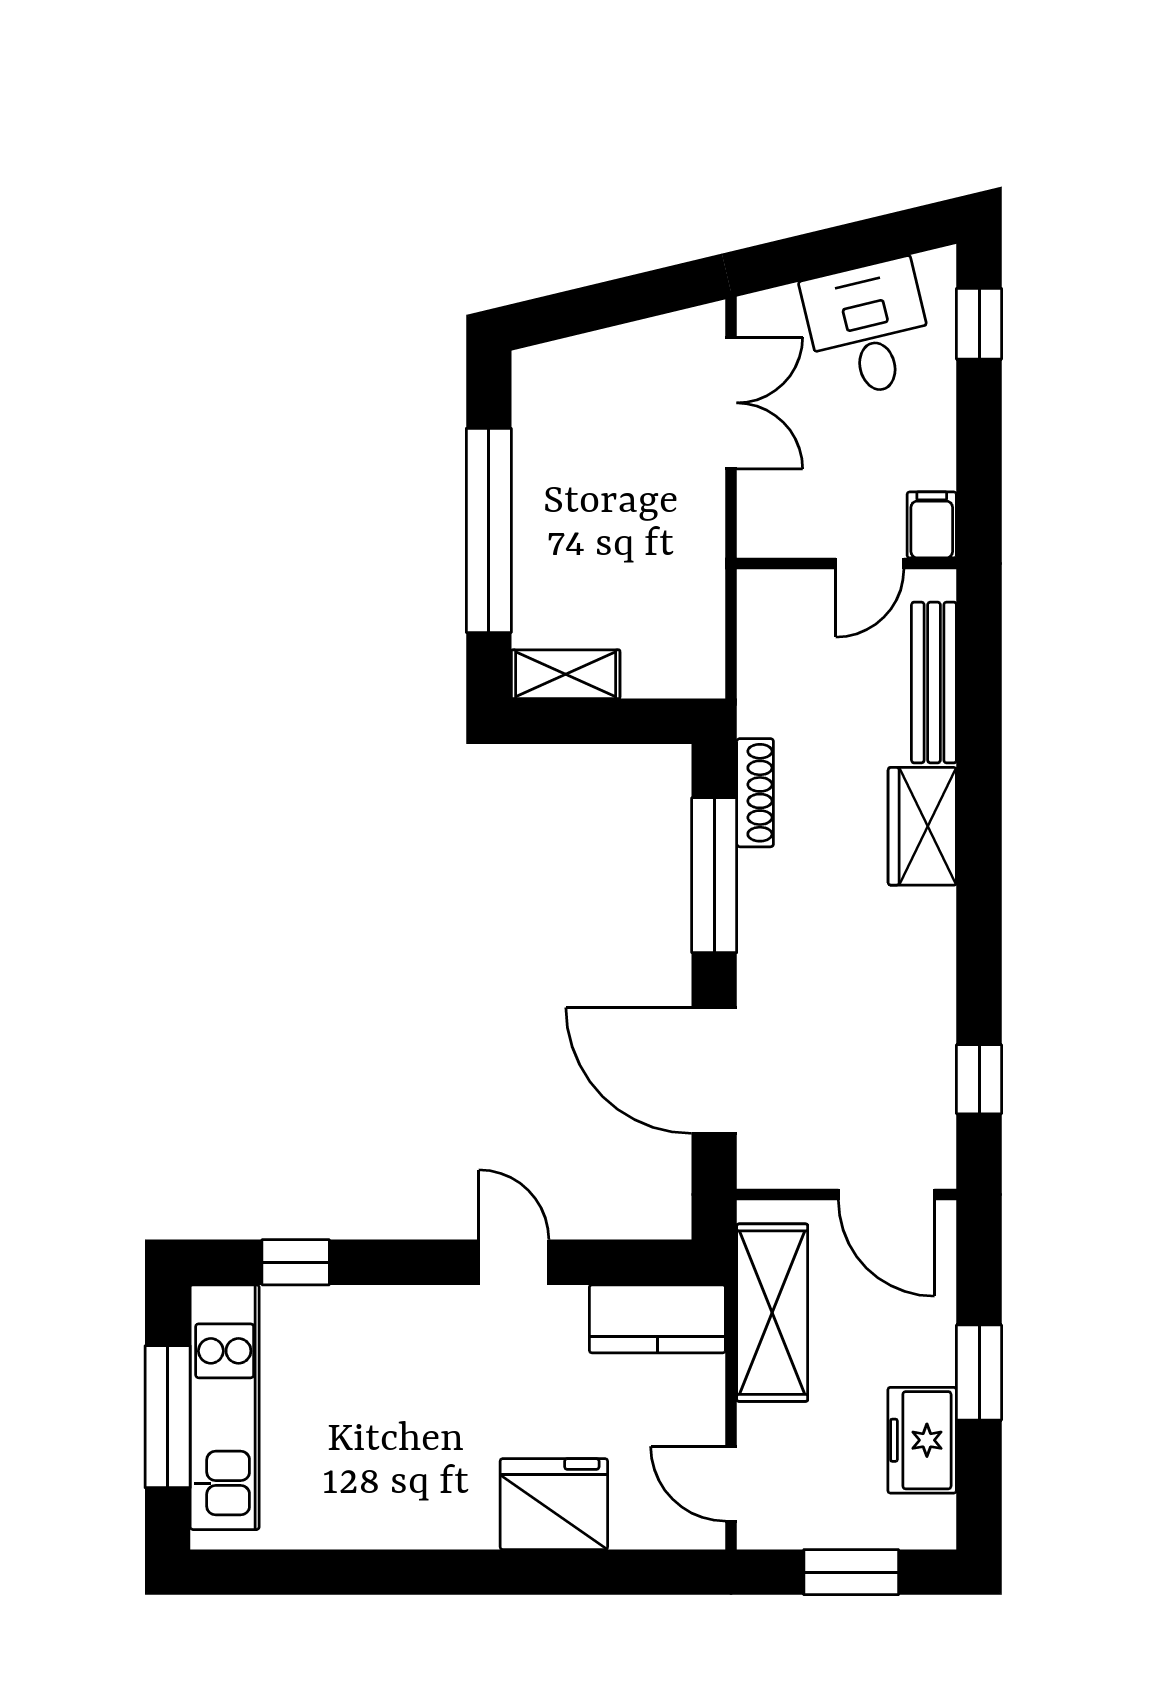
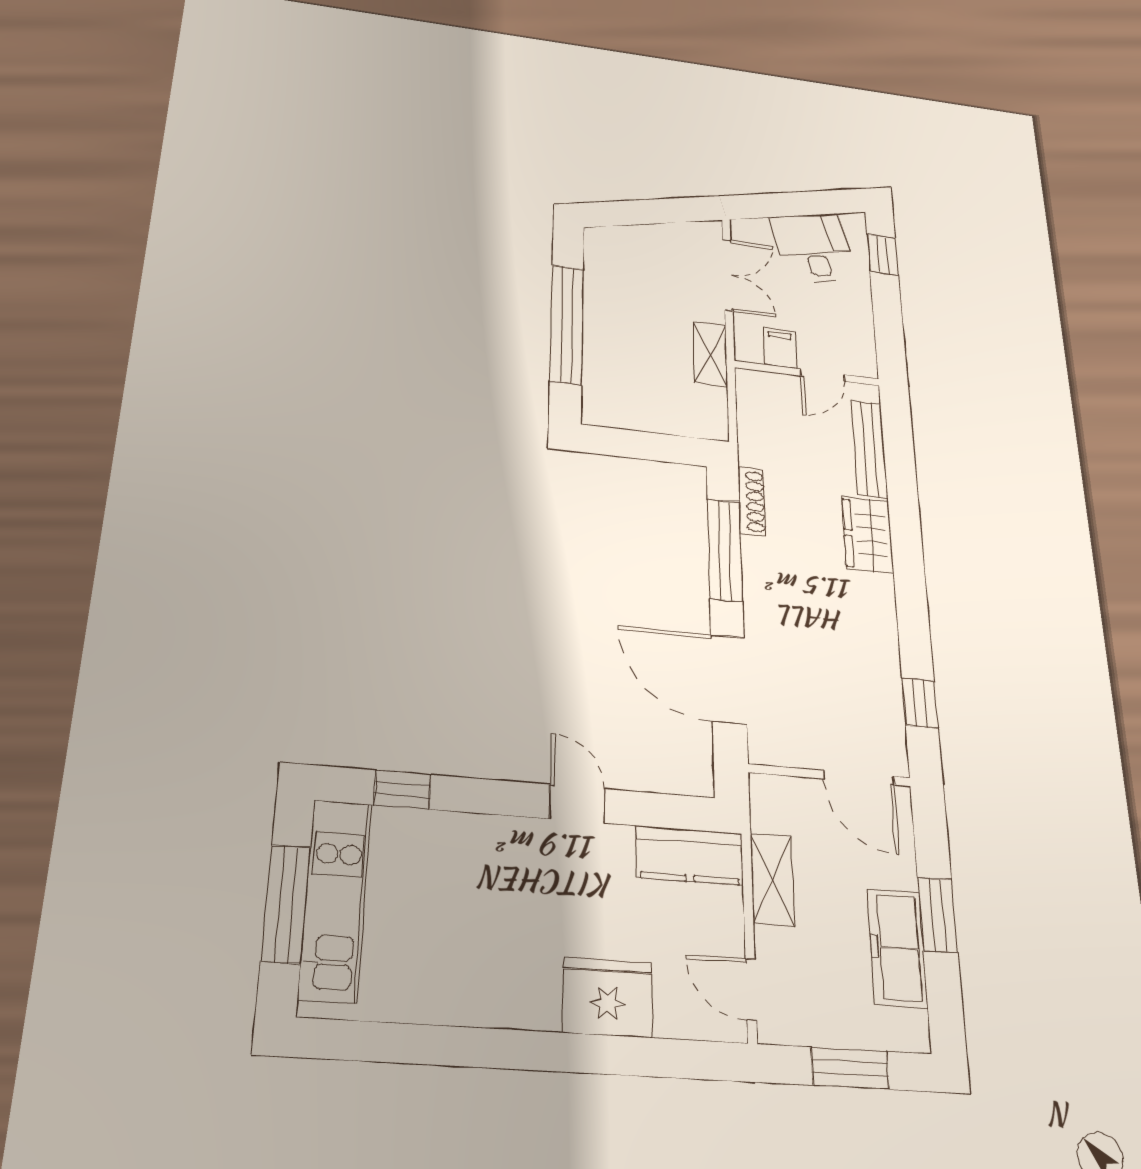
filing cabinet: (932, 525) -> (780, 348), moved
shelving: (566, 674) -> (710, 354), moved, turned 90
shelving: (772, 1313) -> (772, 880), width x0.67, depth x0.75
freezer: (922, 1440) -> (897, 948), width x1.40

